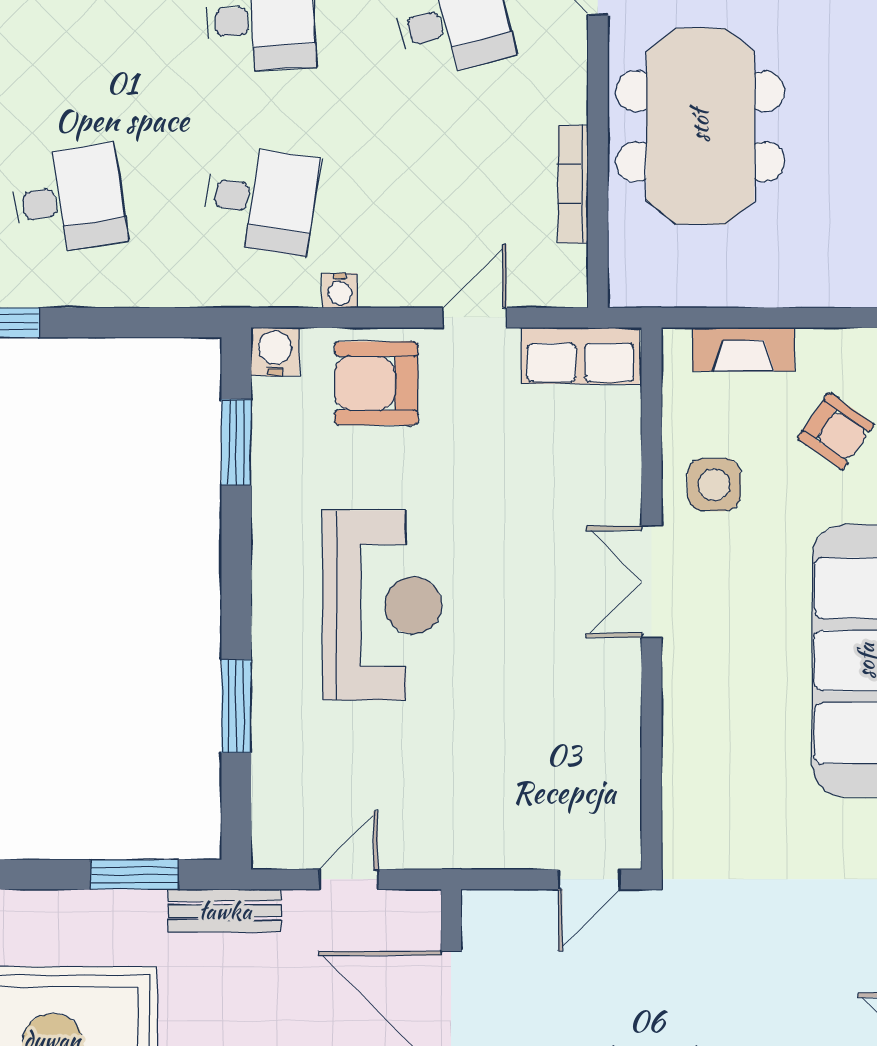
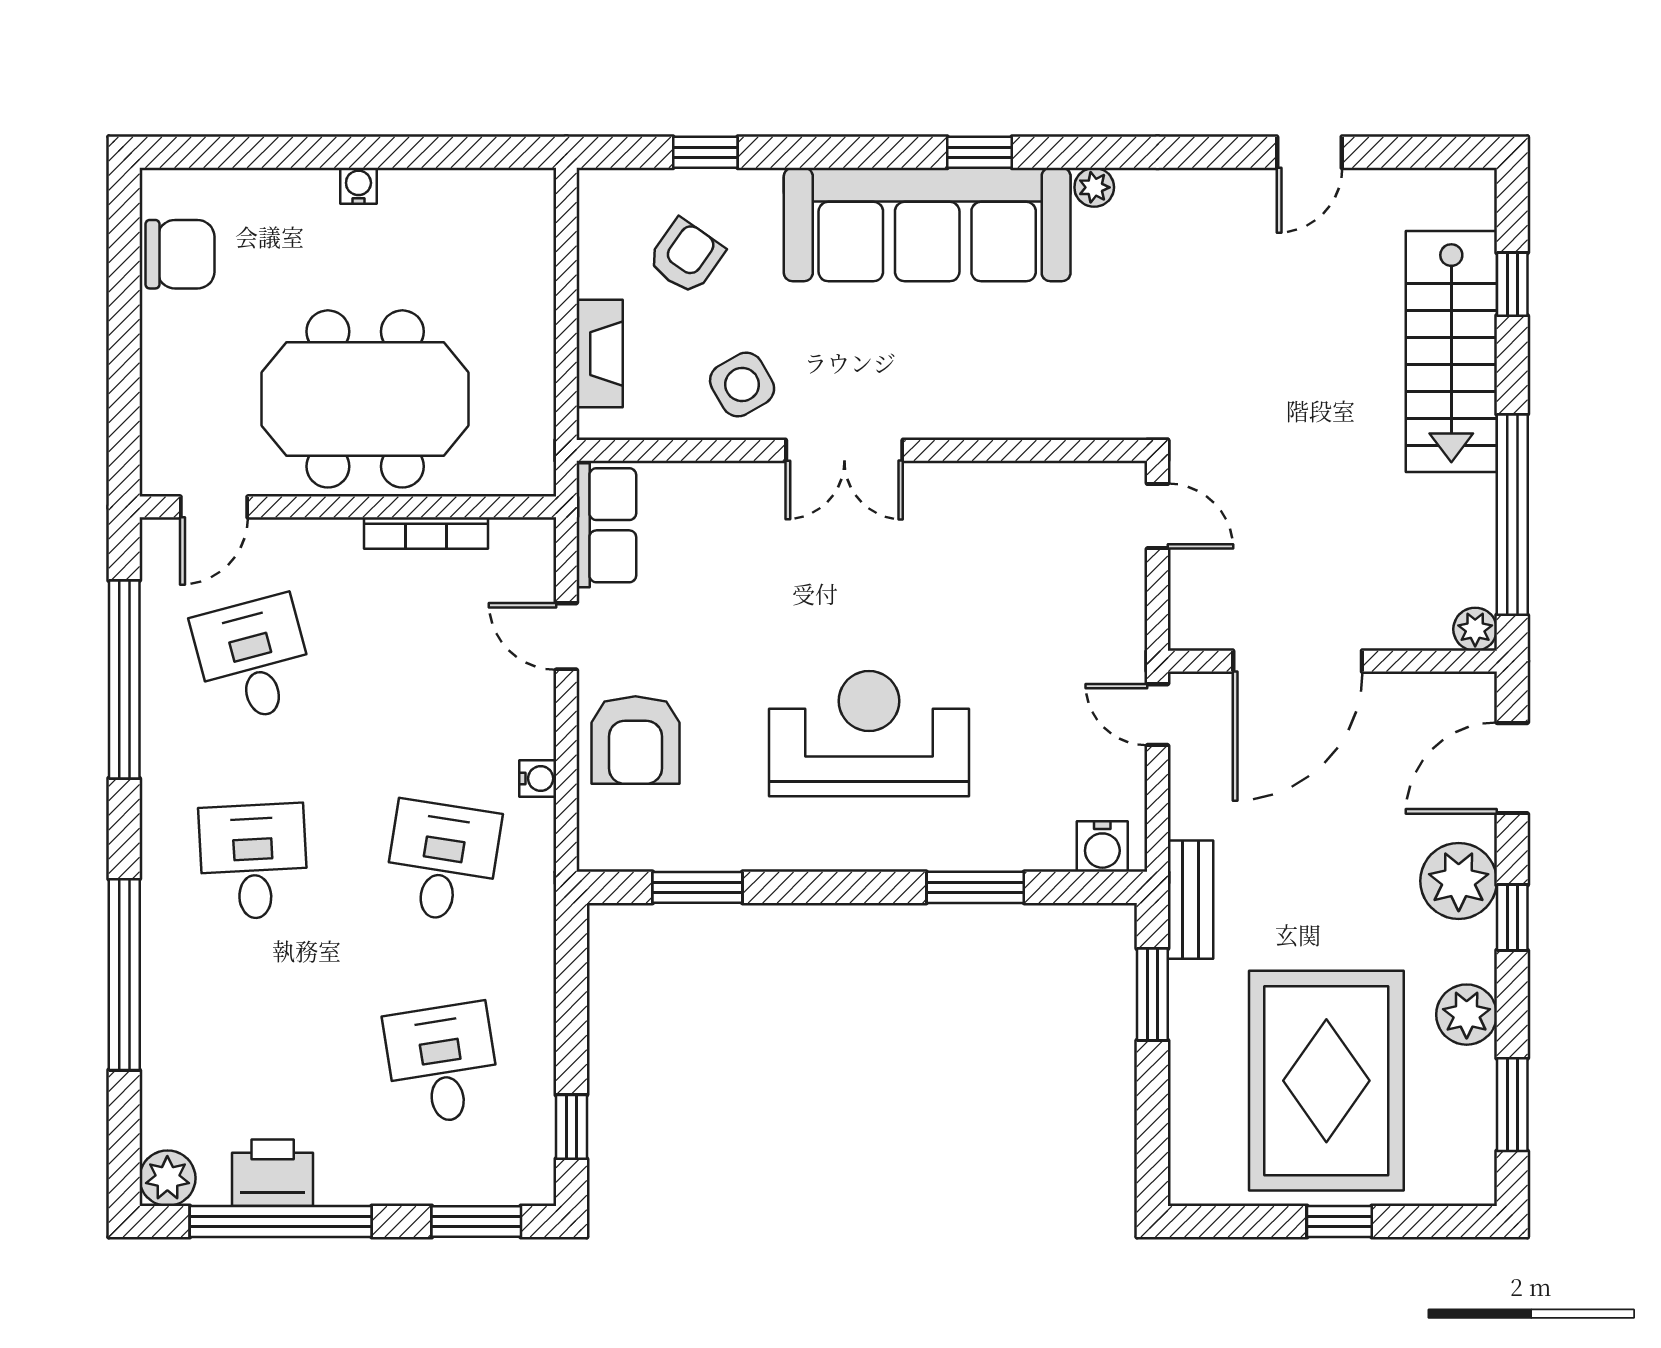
water cooler: (275, 352) -> (1102, 846), moved, turned -90
side table: (714, 485) -> (742, 384), turned -30
door: (349, 879) -> (1157, 715), moved

